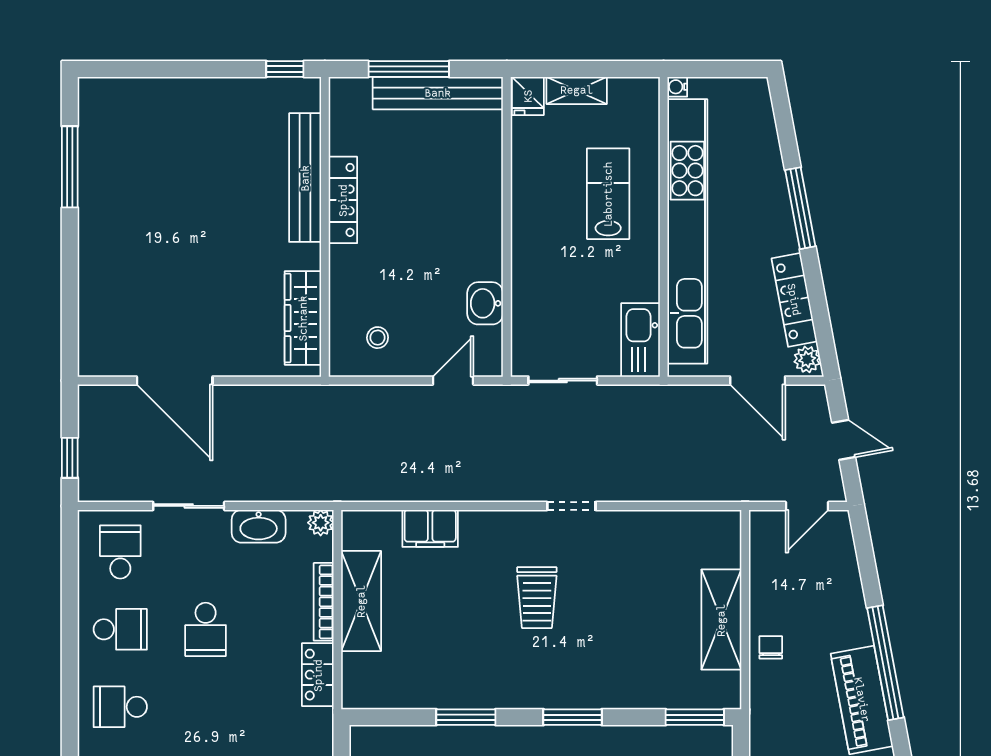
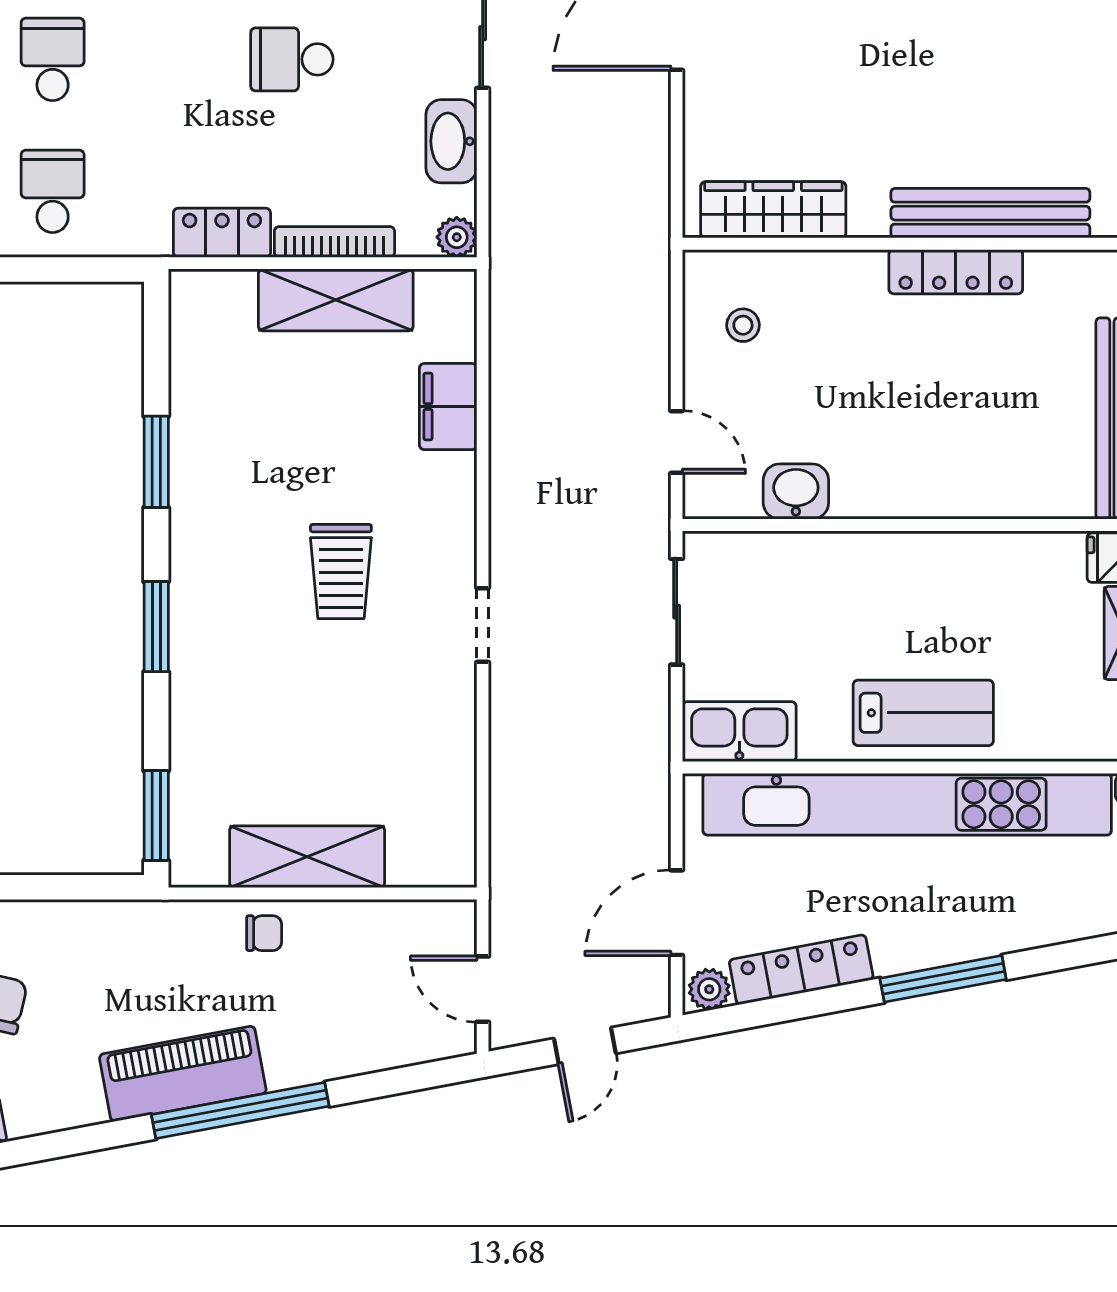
lab bench: (608, 194) -> (923, 713), moved
trolley: (537, 598) -> (341, 571), turned -90

